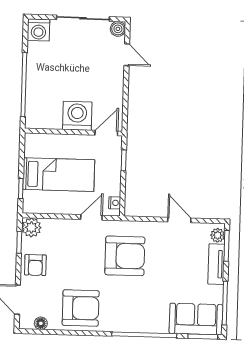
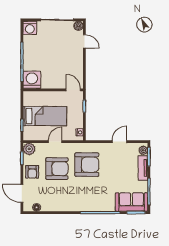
washing machine: (77, 116) -> (32, 80), moved
door: (106, 133) -> (73, 90), hinge flipped
door: (91, 217) -> (55, 142), moved
door: (179, 220) -> (119, 142), hinge flipped
armchair: (81, 308) -> (57, 169), moved

